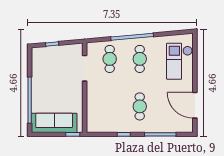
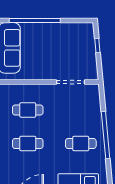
cafe table: (110, 59) -> (28, 110), moved

